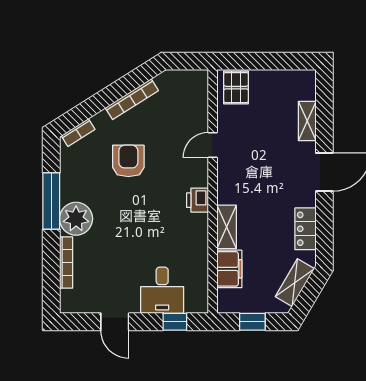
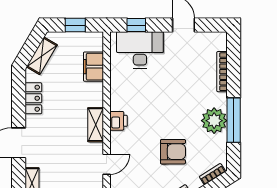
armchair: (128, 161) -> (173, 152), turned -90
plant: (76, 219) -> (214, 121), moved
shelving: (227, 227) -> (96, 125), moved
desk: (162, 290) -> (140, 50), width x1.37

